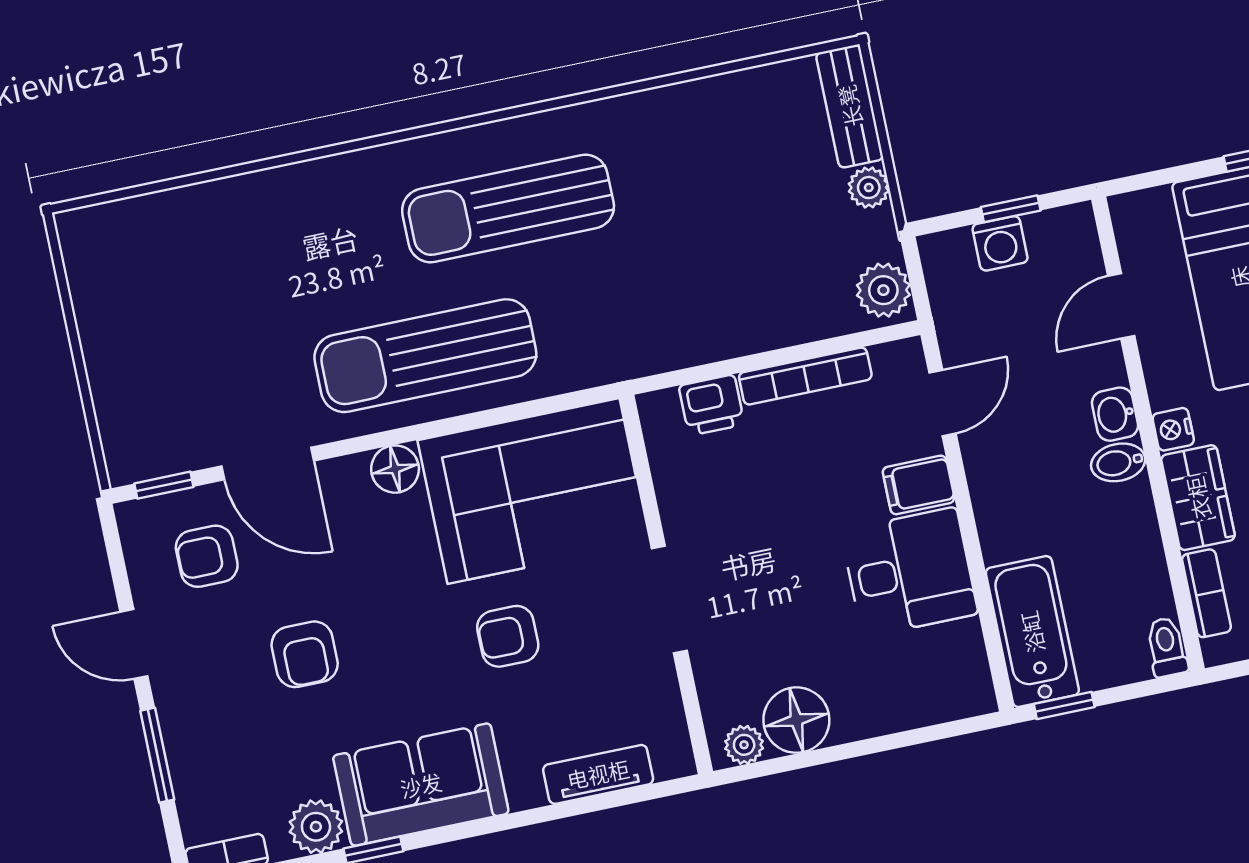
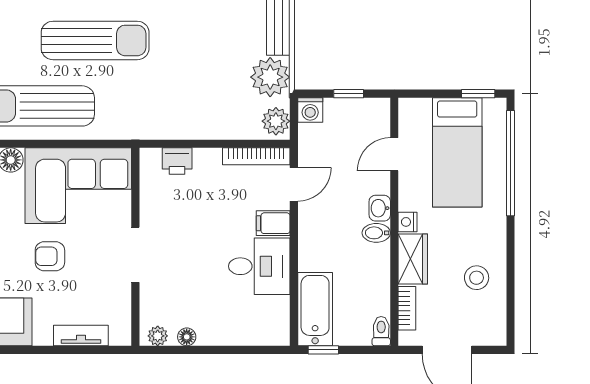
plant: (869, 188) -> (270, 77), width x1.87, depth x1.87
sun lounger: (508, 209) -> (95, 40), turned 180
washing machine: (1000, 243) -> (310, 110), moved
bookcase: (805, 376) -> (256, 156), moved
floor lamp: (796, 720) -> (187, 337), width x0.53, depth x0.53

